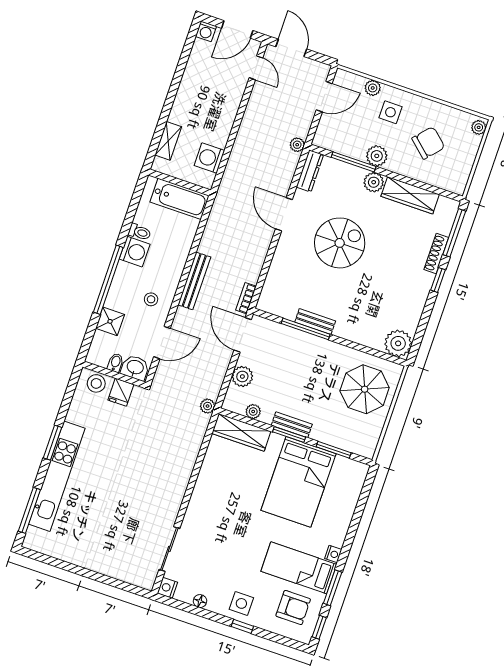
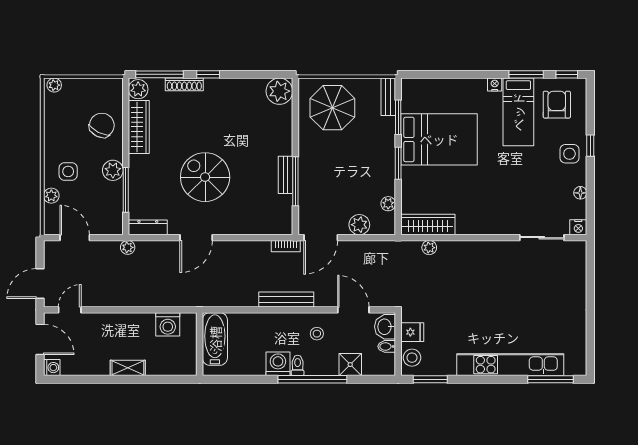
shelving: (168, 141) -> (128, 368), moved
chair: (428, 143) -> (102, 125), moved, turned 75
plant: (374, 182) -> (138, 89), moved
toilet: (140, 232) -> (298, 365), moved
plant: (208, 406) -> (429, 248), moved
bench: (292, 425) -> (388, 97), moved
wardrobe: (241, 432) -> (428, 225), moved, turned -90
window: (53, 443) -> (430, 379), moved

